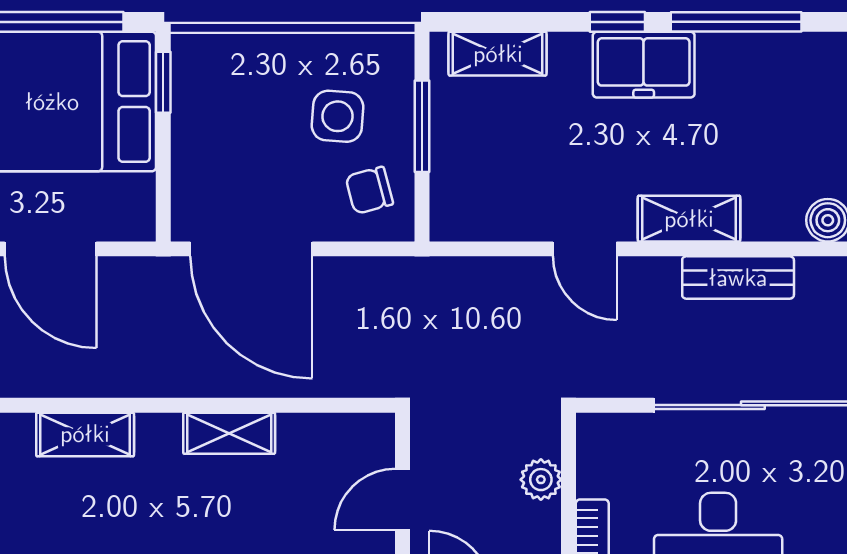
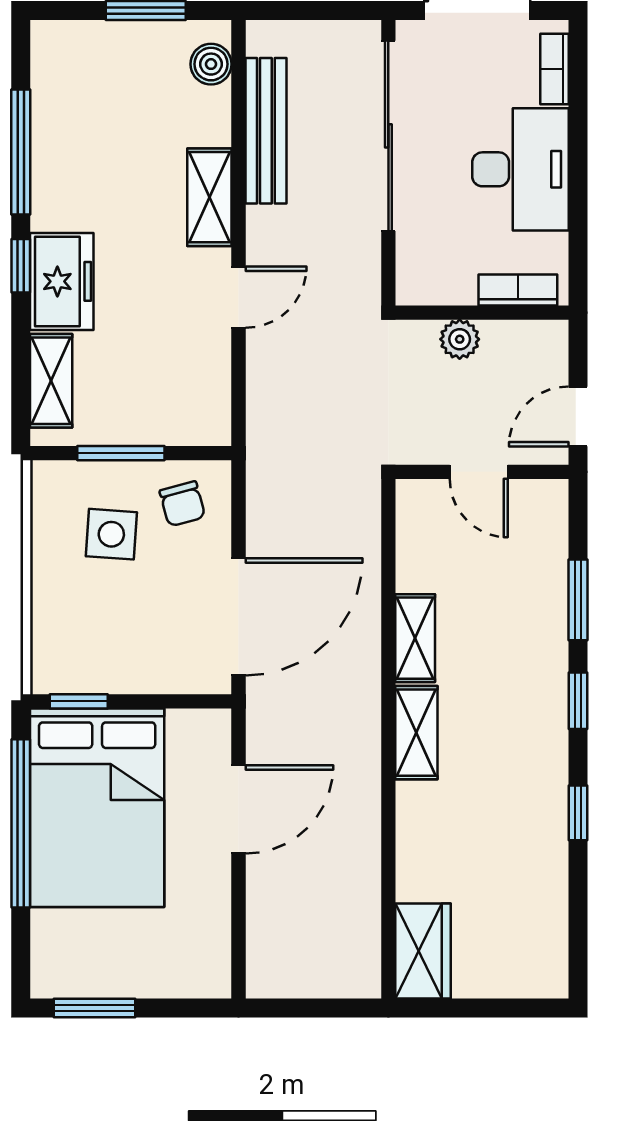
freezer: (644, 65) -> (62, 281), moved
bench: (738, 278) -> (266, 131), width x1.36
shelving: (85, 434) -> (416, 733), moved

